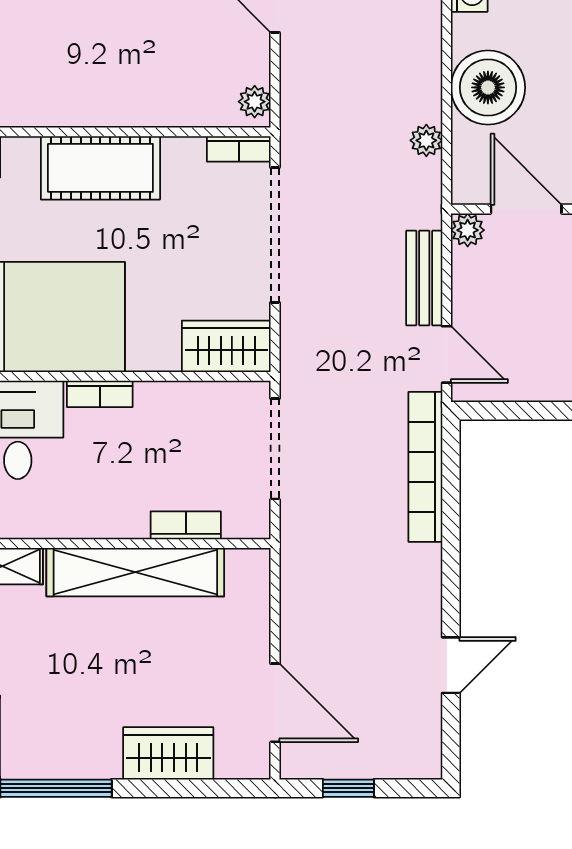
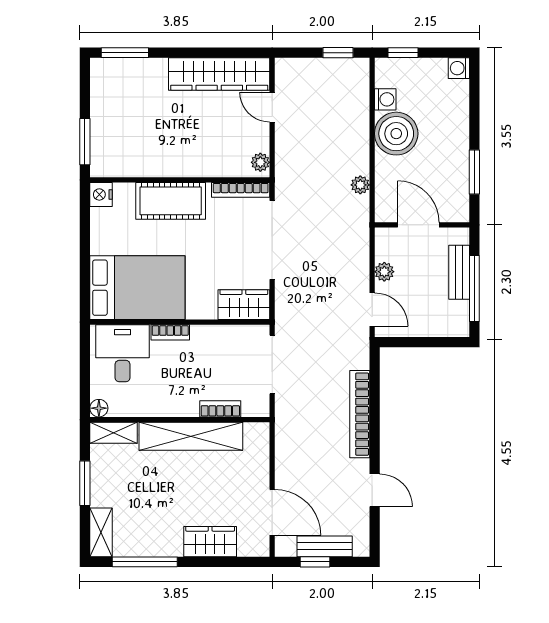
boiler: (488, 87) -> (396, 134), moved
bookcase: (239, 149) -> (241, 190), width x1.56
plant: (468, 230) -> (384, 272), moved
bench: (424, 278) -> (325, 546), moved, turned 90
bookcase: (425, 467) -> (360, 414), moved
door: (451, 665) -> (375, 490), hinge flipped

